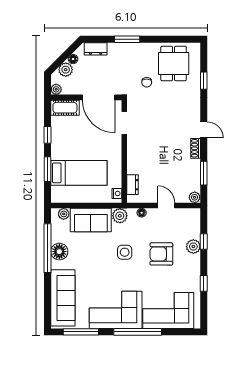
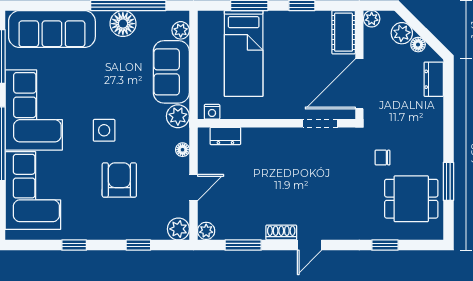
window: (127, 39) -> (448, 181), moved
plant: (193, 247) -> (178, 229), moved
side table: (125, 252) -> (104, 130), moved

